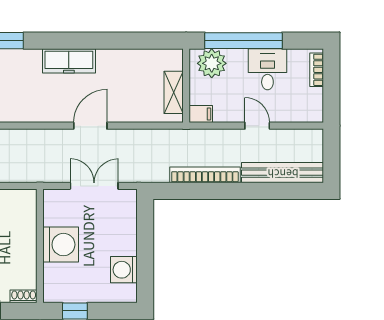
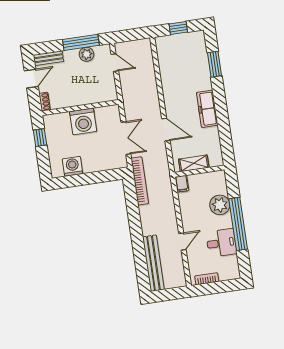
bookcase: (317, 70) -> (207, 279), moved
wall: (186, 86) -> (199, 171), moved
shelving: (174, 92) -> (194, 163), moved
filing cabinet: (201, 114) -> (182, 184), moved
bookcase: (205, 175) -> (140, 181), moved

